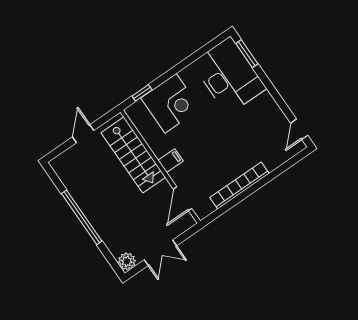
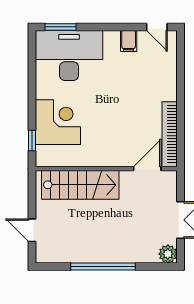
door: (83, 134) -> (32, 230), moved
filing cabinet: (171, 161) -> (129, 41), moved, turned 180
bookcase: (239, 186) -> (170, 134), moved
door: (183, 199) -> (147, 169), swing flipped

